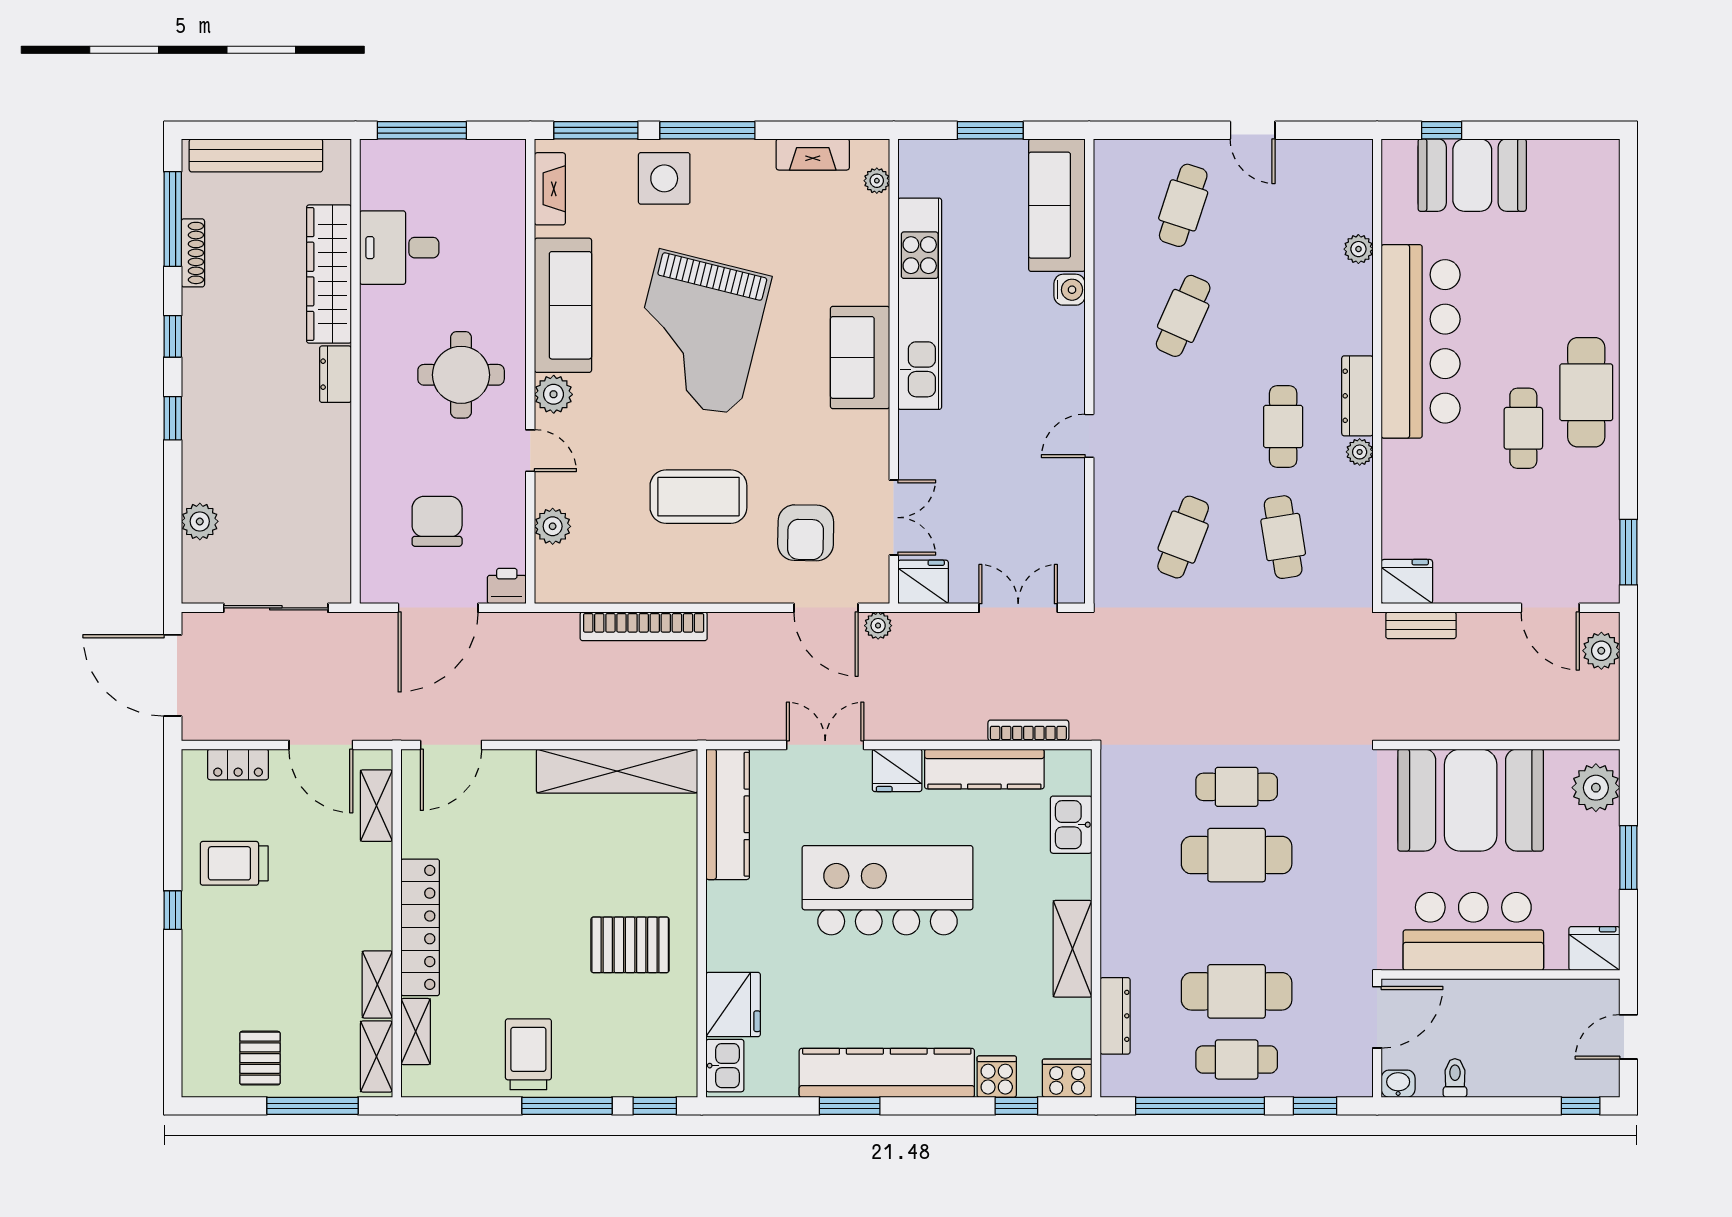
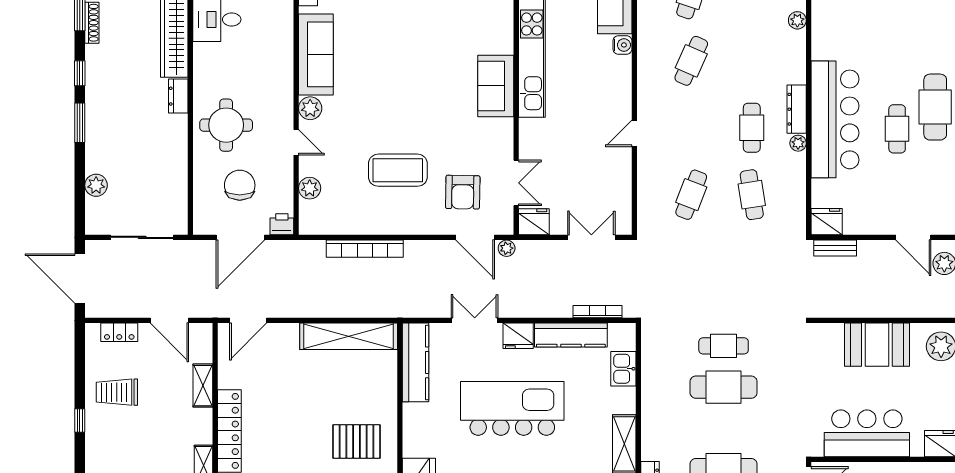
grand piano: (698, 333) -> (398, 71), removed
bar counter: (1421, 341) -> (835, 119), moved
round table: (461, 375) -> (226, 125), moved
window: (173, 418) -> (80, 123), width x1.50
booth: (1471, 800) -> (877, 345), width x0.73, depth x0.70
shelving: (376, 806) -> (203, 386), moved

